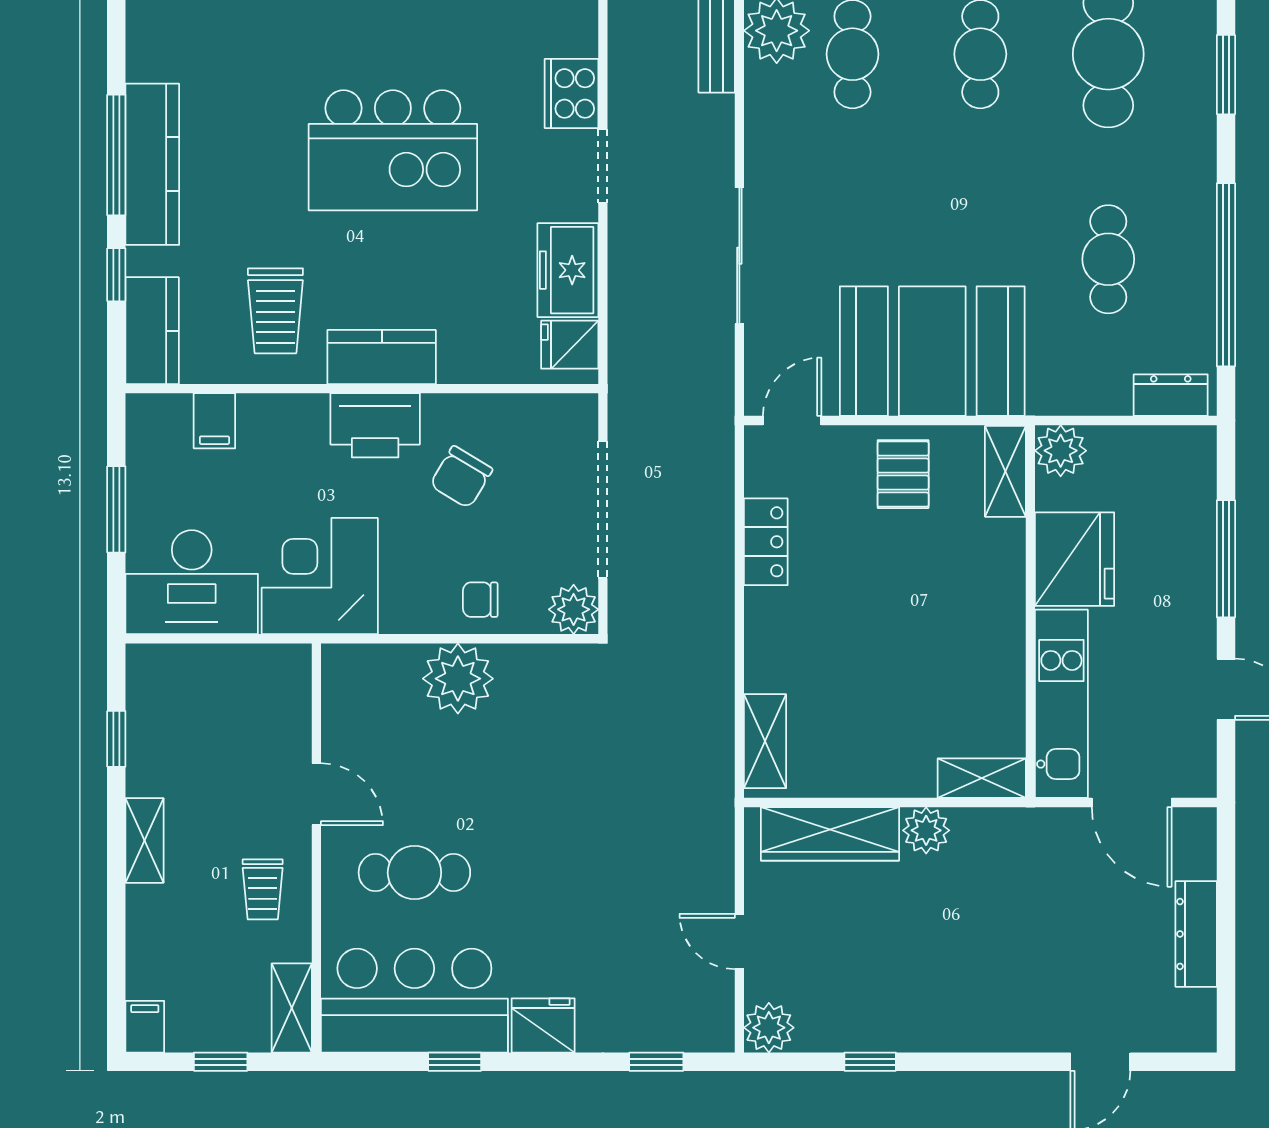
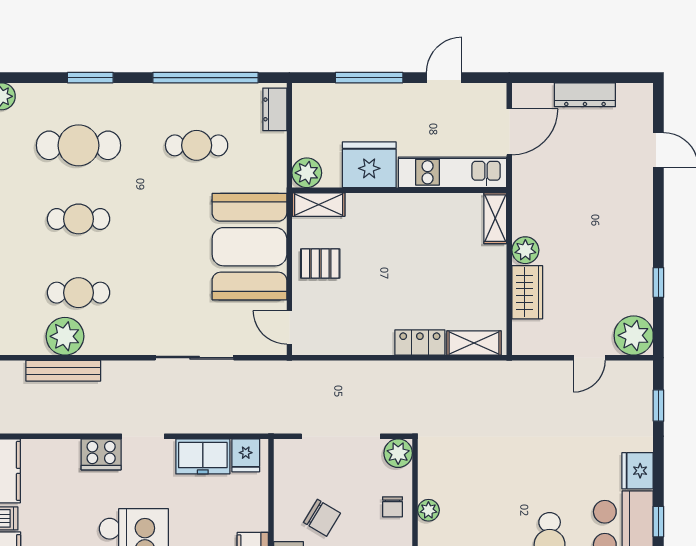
locker: (766, 542) -> (420, 342), moved
plant: (458, 679) -> (428, 510), width x0.53, depth x0.53
wardrobe: (830, 834) -> (527, 292), width x0.67
plant: (769, 1028) -> (634, 335), width x1.36, depth x1.36

